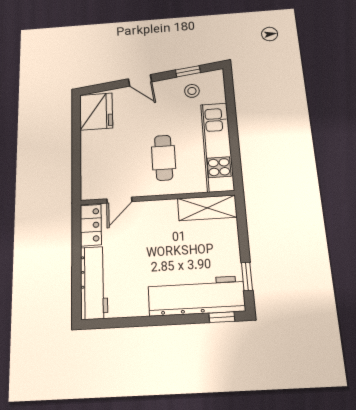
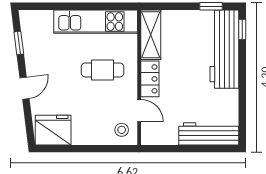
stool: (192, 91) -> (122, 130), moved
locker: (91, 225) -> (150, 79), moved, turned 90

